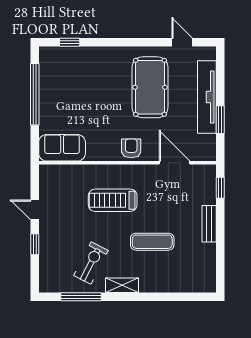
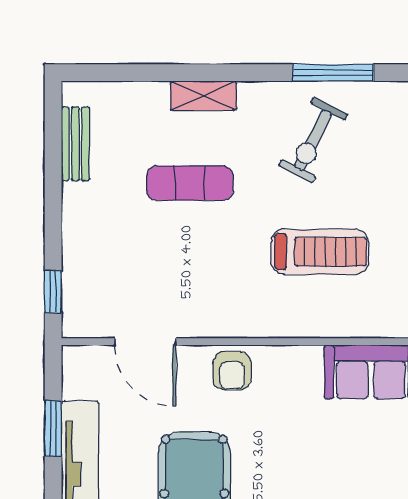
treadmill: (113, 200) -> (320, 252), moved
bench: (209, 224) -> (75, 144), moved
shelving: (122, 285) -> (203, 96), moved

